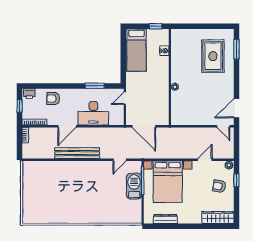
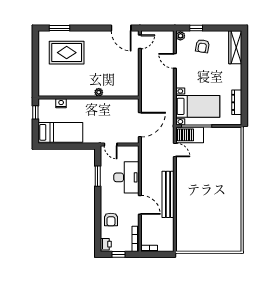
bed with nightstands: (168, 182) -> (198, 106), width x0.73
barbecue: (134, 186) -> (190, 135), moved

